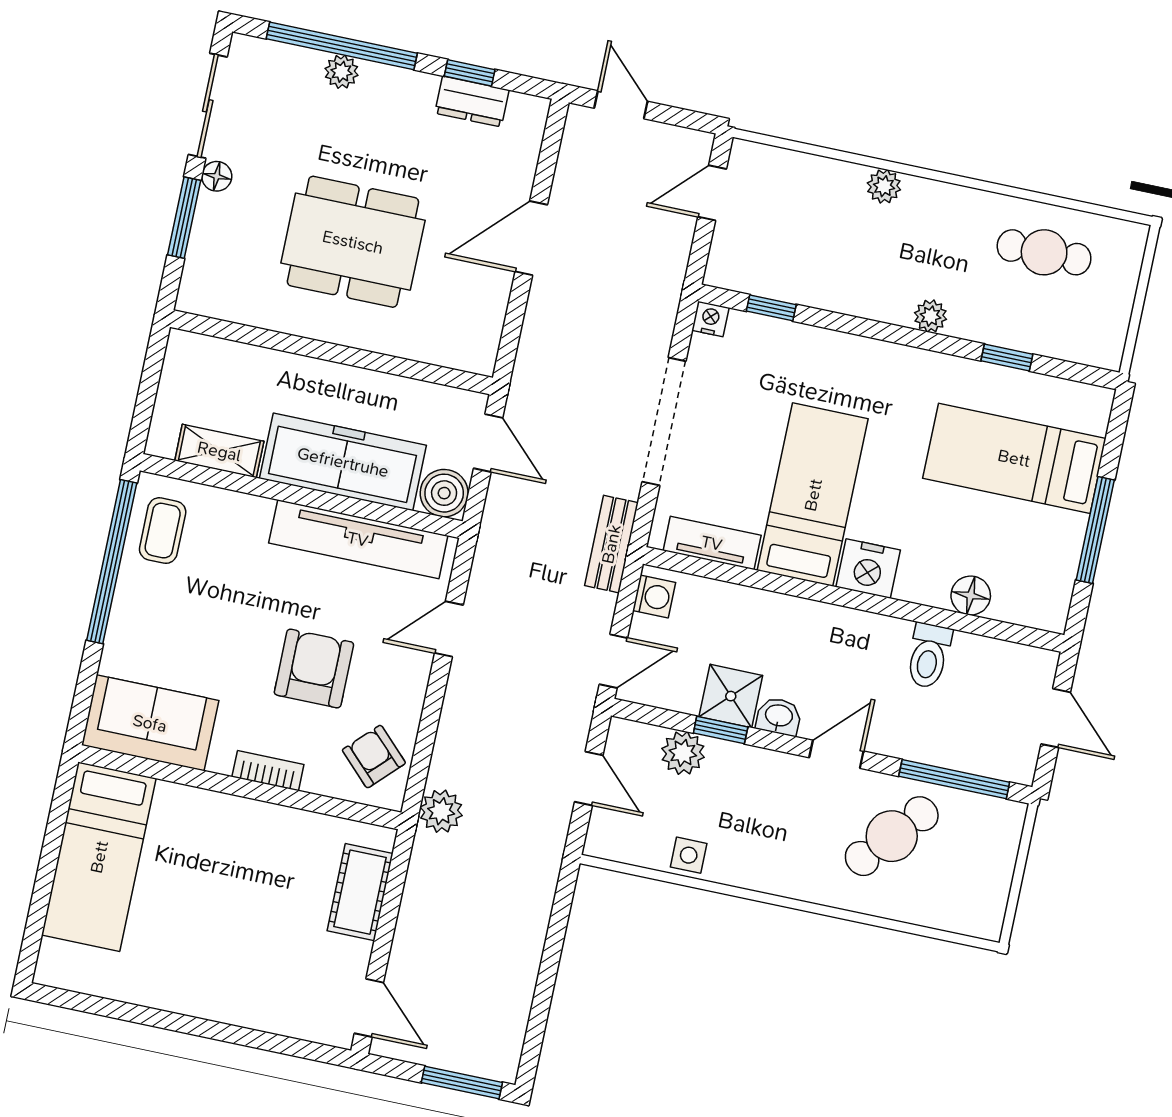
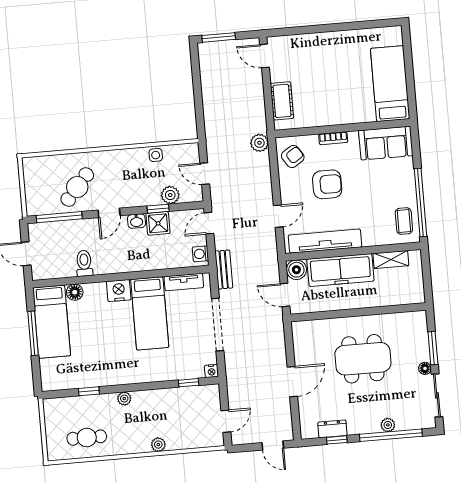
bed: (1014, 458) -> (52, 322), moved, turned 90
armchair: (314, 668) -> (327, 184), turned -90
armchair: (374, 757) -> (293, 156), turned -78

